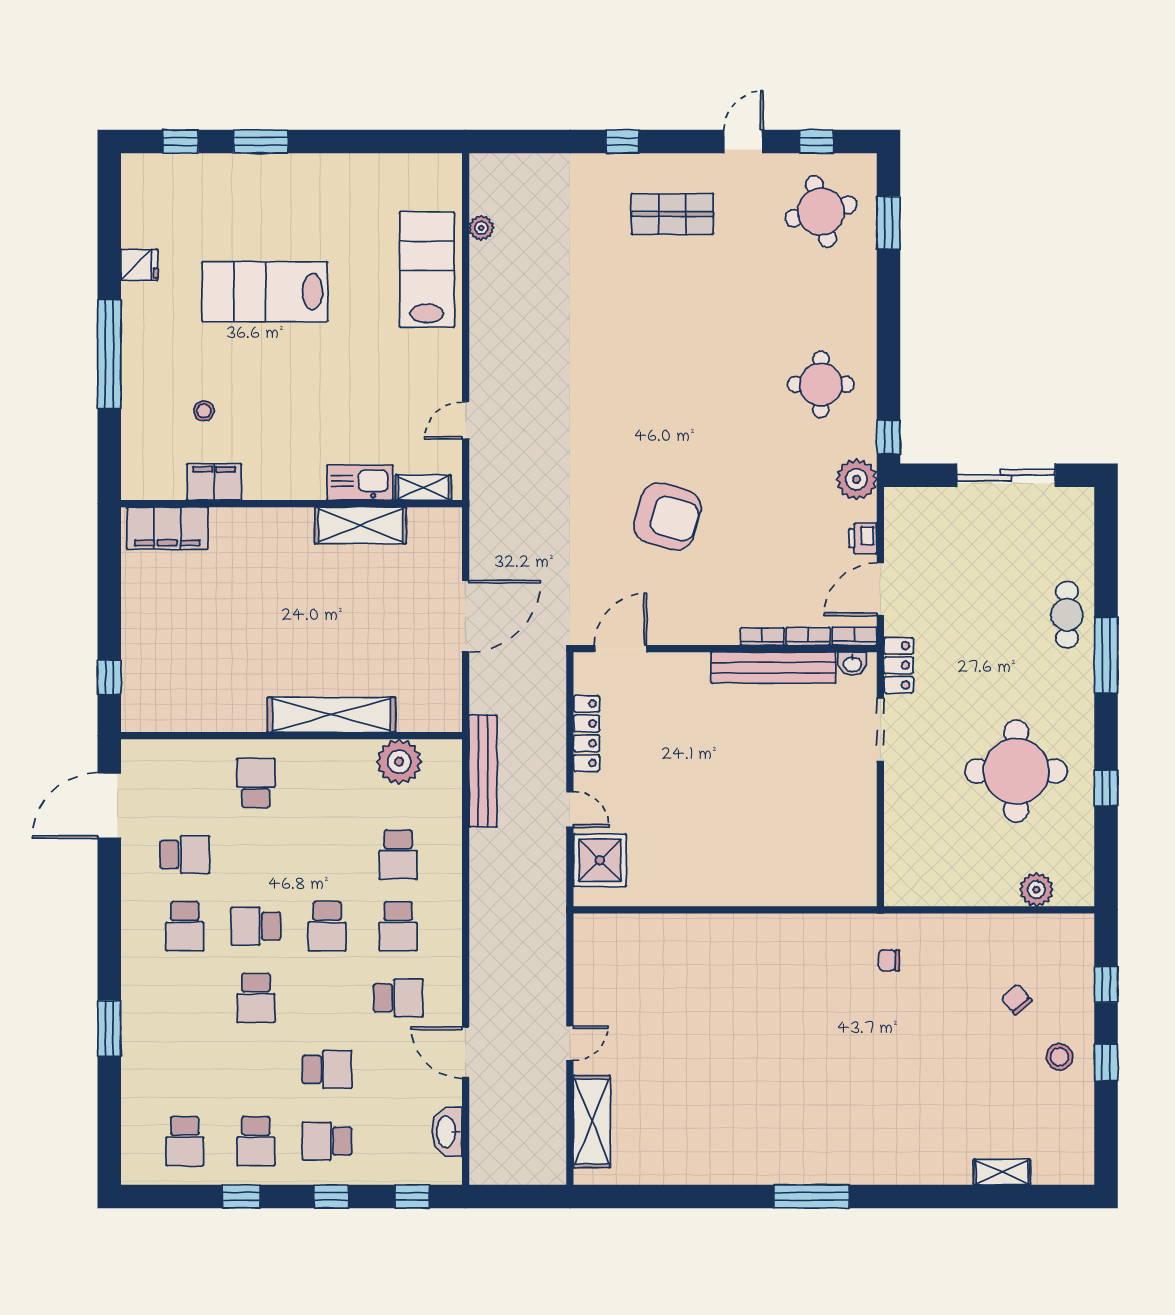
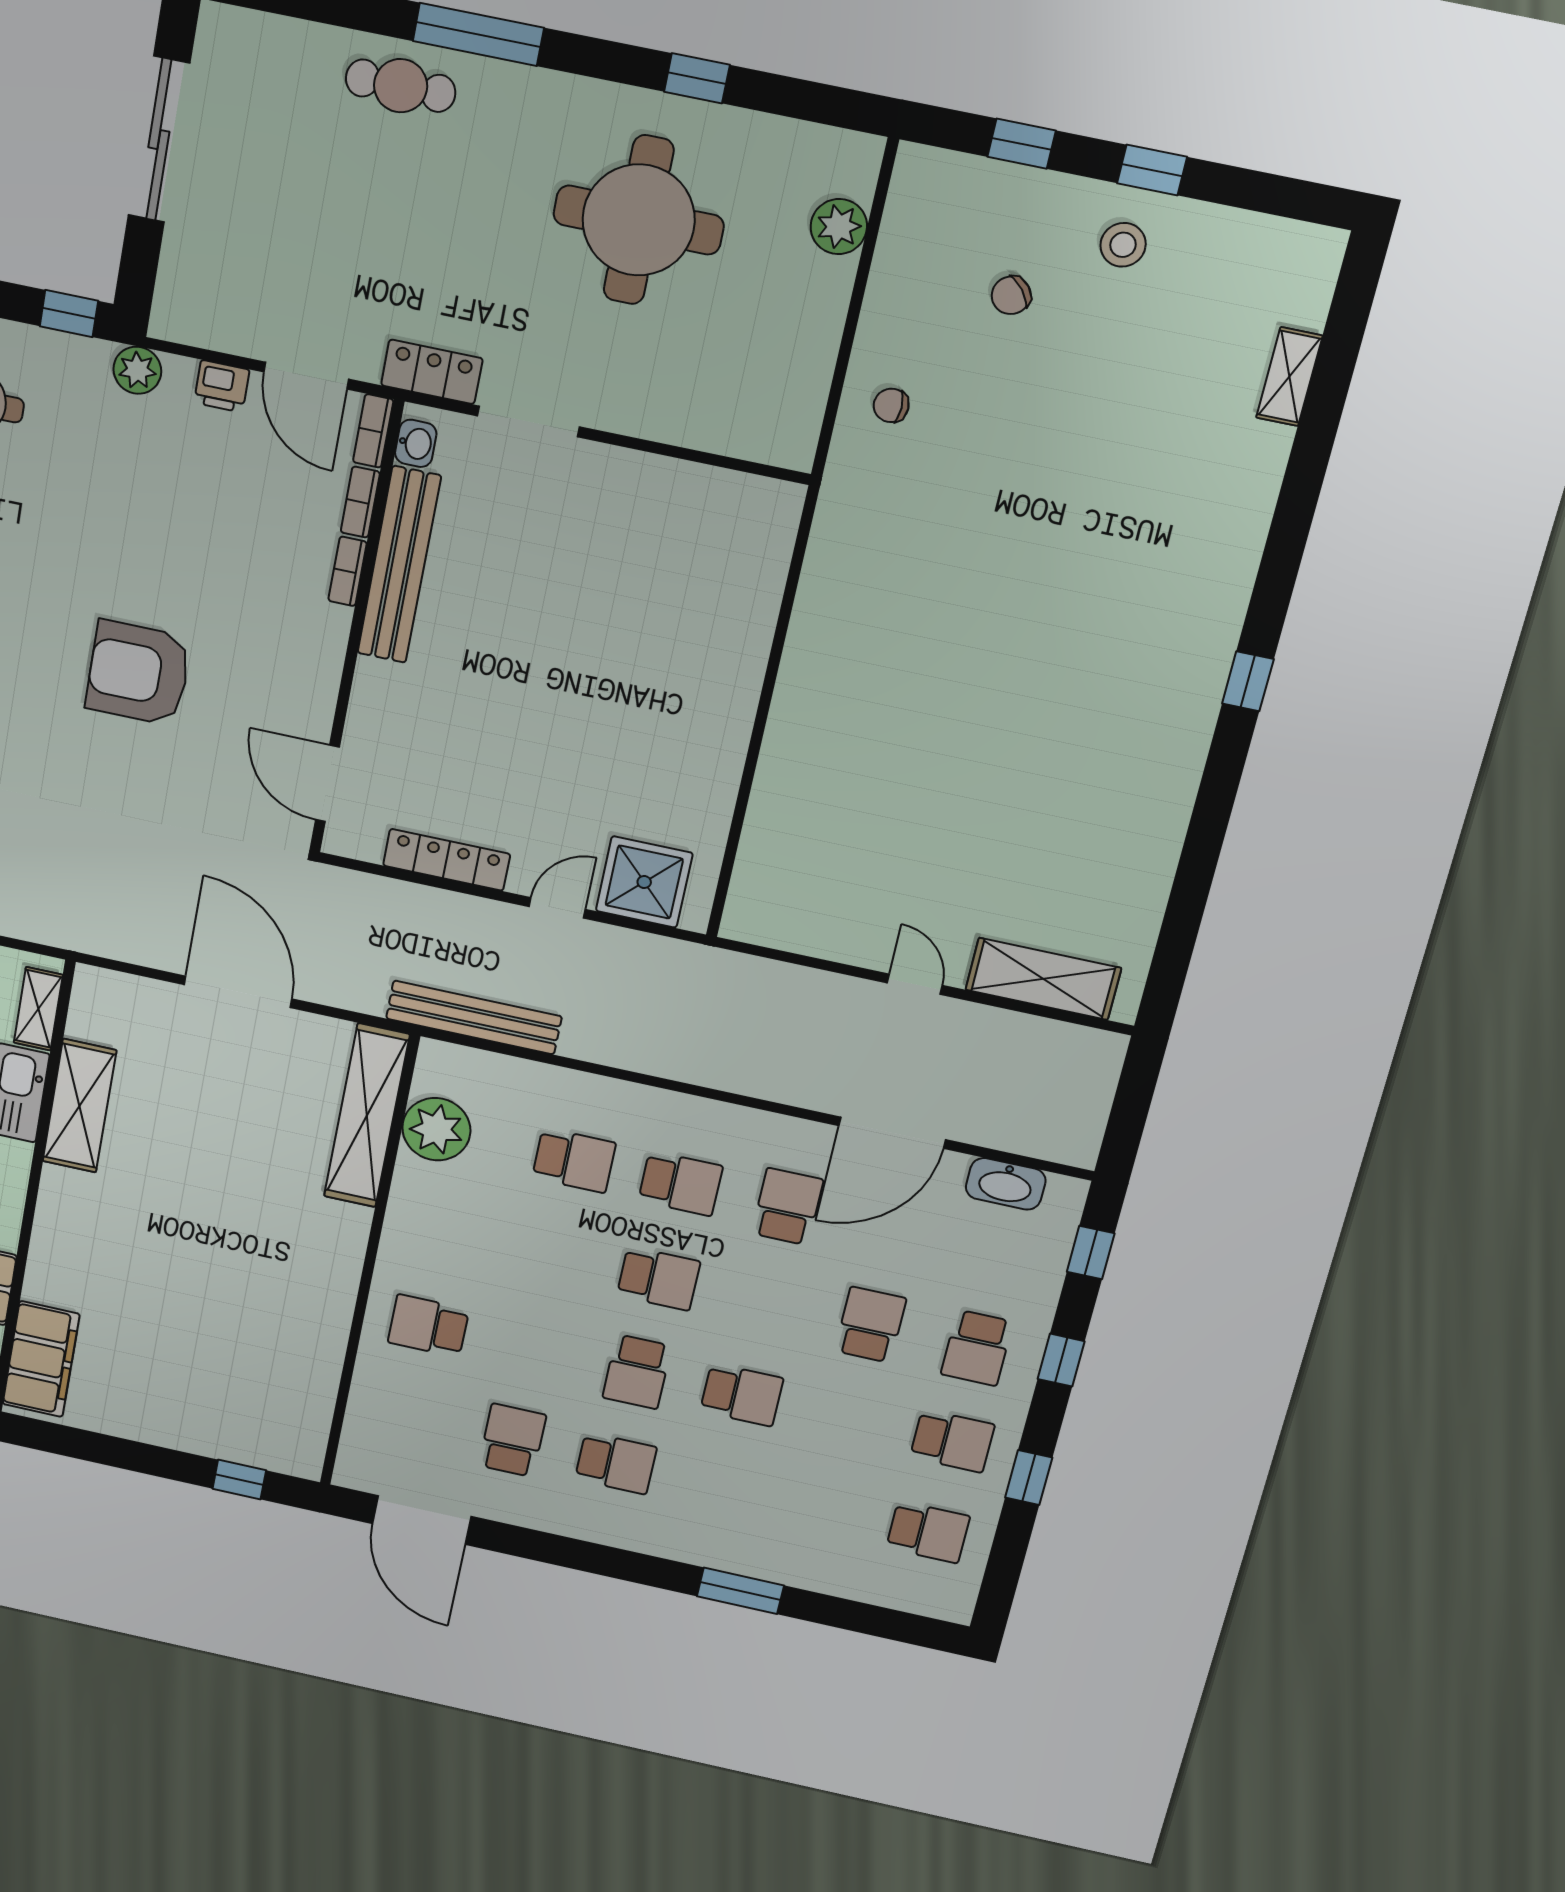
plant: (856, 479) -> (137, 370), width x0.73, depth x0.73
armchair: (667, 517) -> (138, 673), turned -106
shelving: (331, 715) -> (367, 1116), moved
chair: (889, 960) -> (891, 405), moved, turned 89
door: (466, 1052) -> (892, 1133), width x1.36
window: (812, 1196) -> (1248, 681), width x0.46

